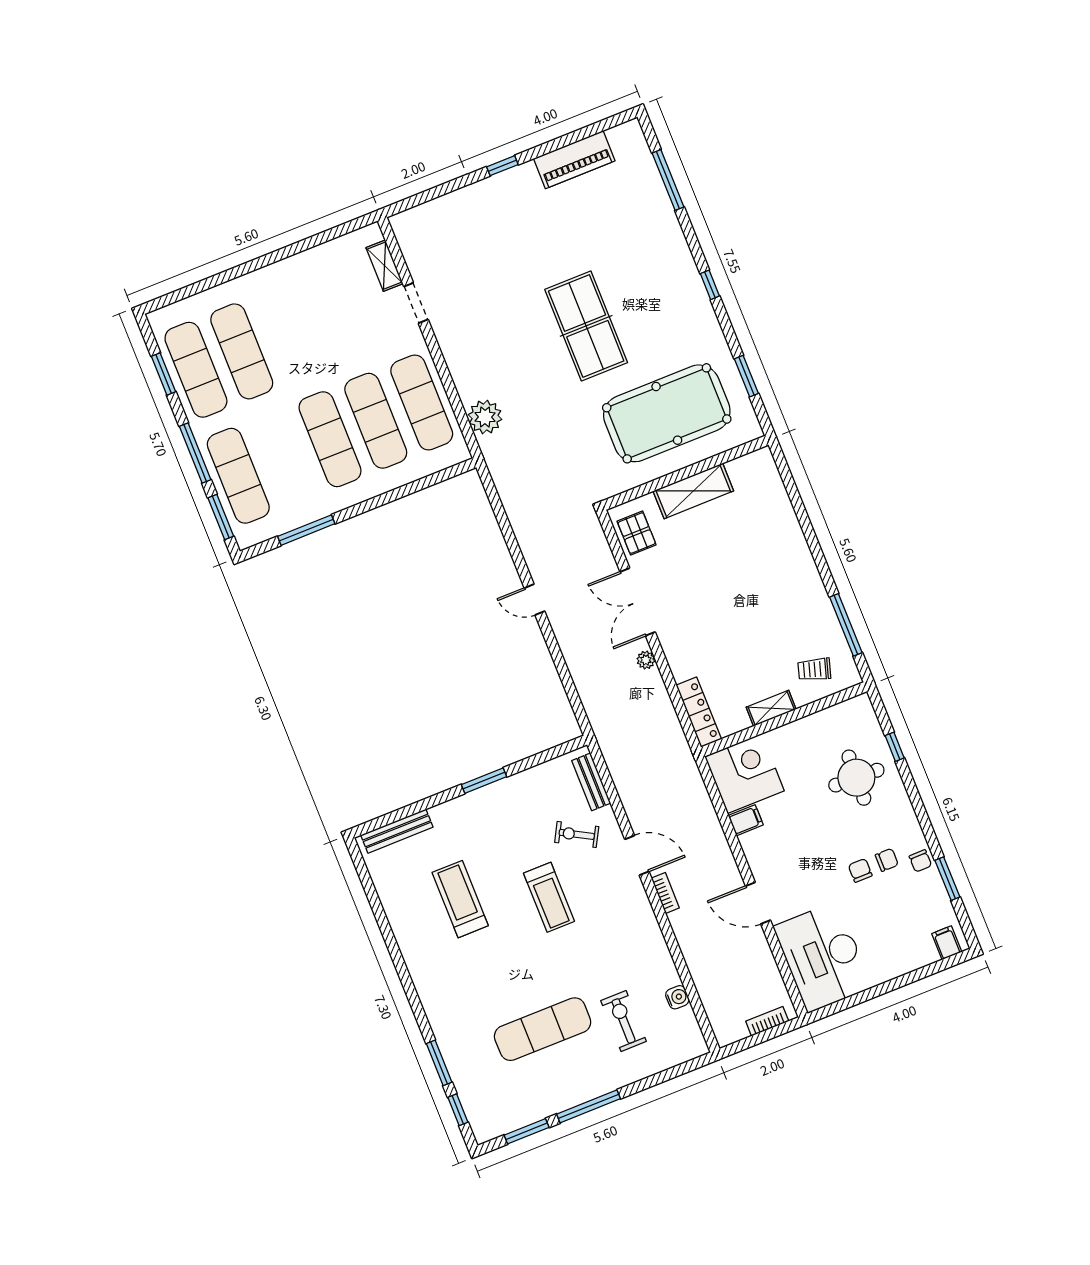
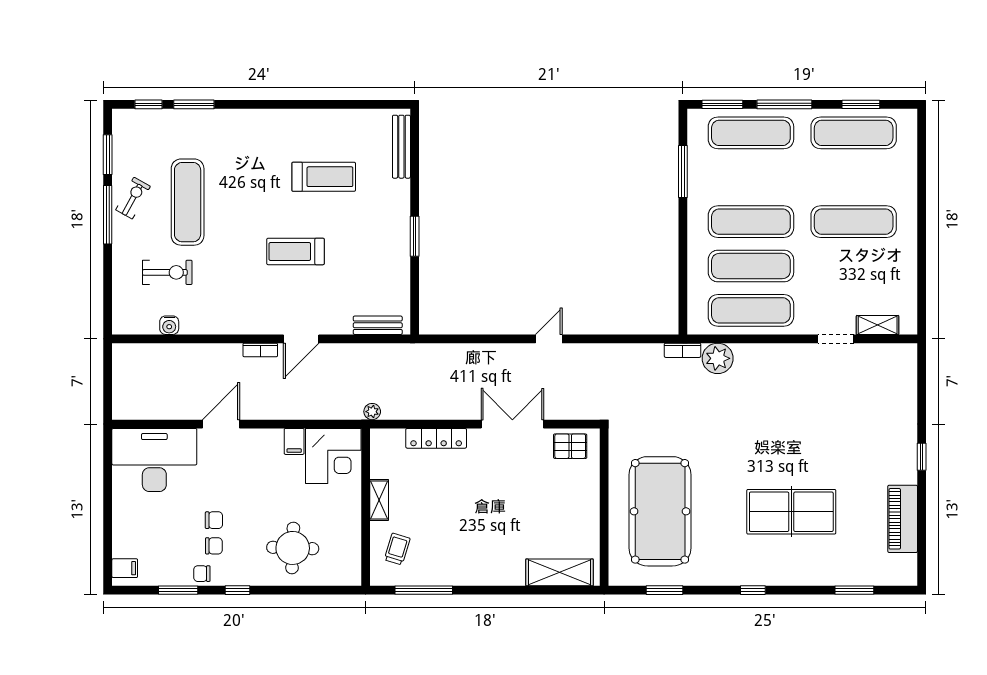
window: (668, 180) -> (854, 590), width x0.69
table tennis table: (586, 326) -> (791, 512), moved
exercise mat: (242, 351) -> (854, 222), moved
shelving: (693, 491) -> (560, 572), moved, turned 90
plant: (646, 660) -> (372, 412), moved
locker: (699, 712) -> (436, 438), moved
window: (895, 747) -> (238, 590), moved
exercise bike: (577, 834) -> (133, 198), moved
chair: (887, 860) -> (214, 546), turned -90
bookcase: (767, 1021) -> (683, 350), moved, turned 90

